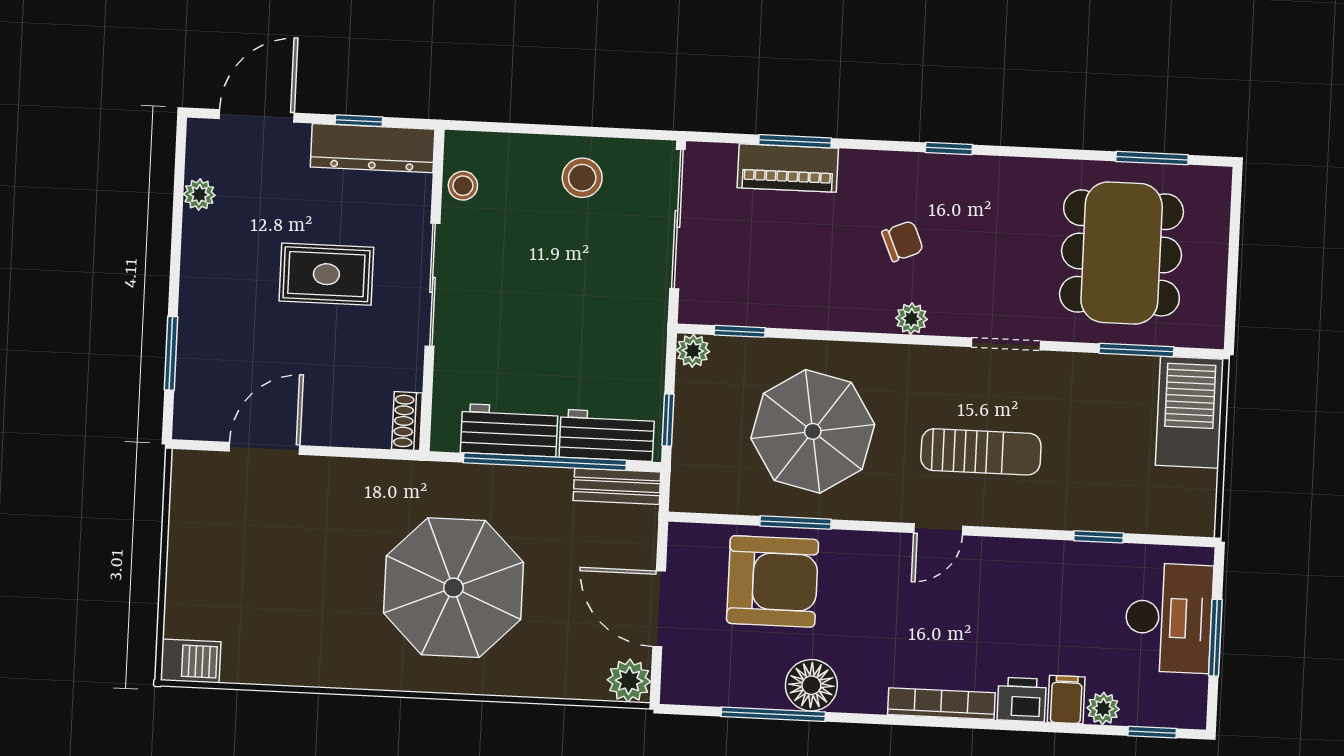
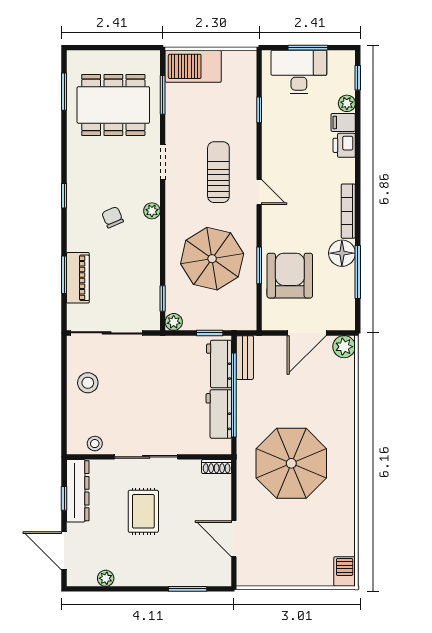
parasol: (453, 588) -> (291, 463), moved
bookcase: (941, 704) -> (348, 211), moved

